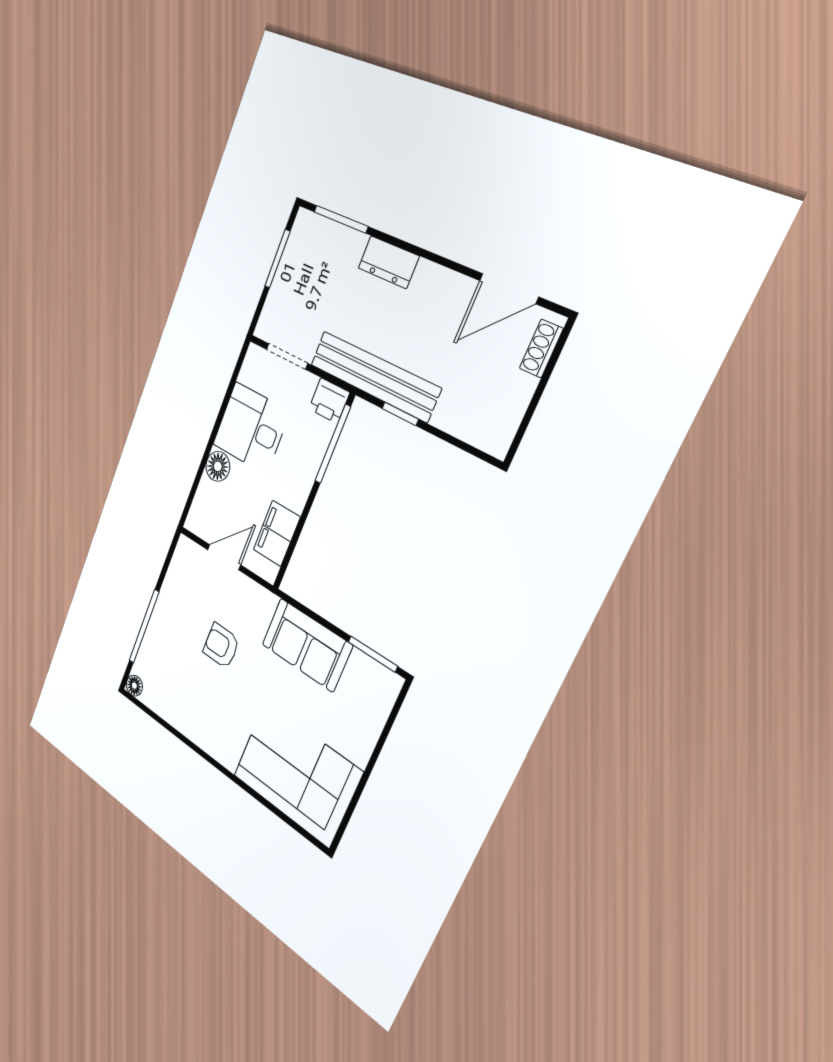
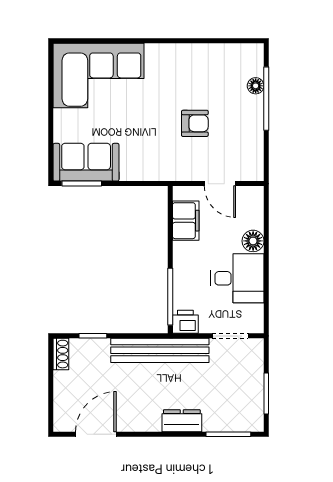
shoe rack: (541, 348) -> (61, 354), moved
window: (400, 414) -> (93, 336), moved
door: (224, 557) -> (220, 184), hinge flipped
sofa: (307, 645) -> (86, 162), moved
floor lamp: (134, 686) -> (256, 86), moved

